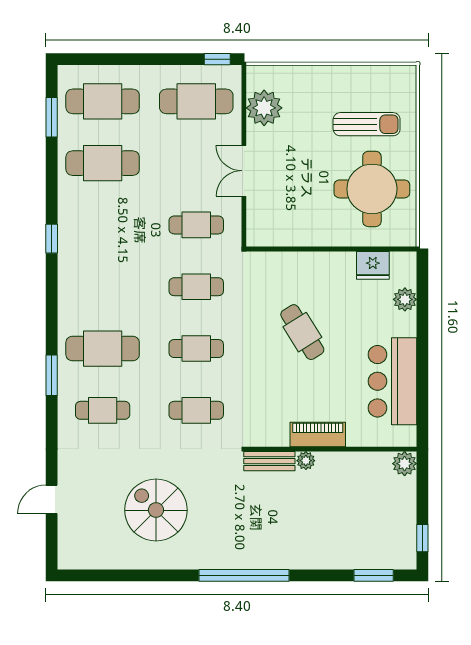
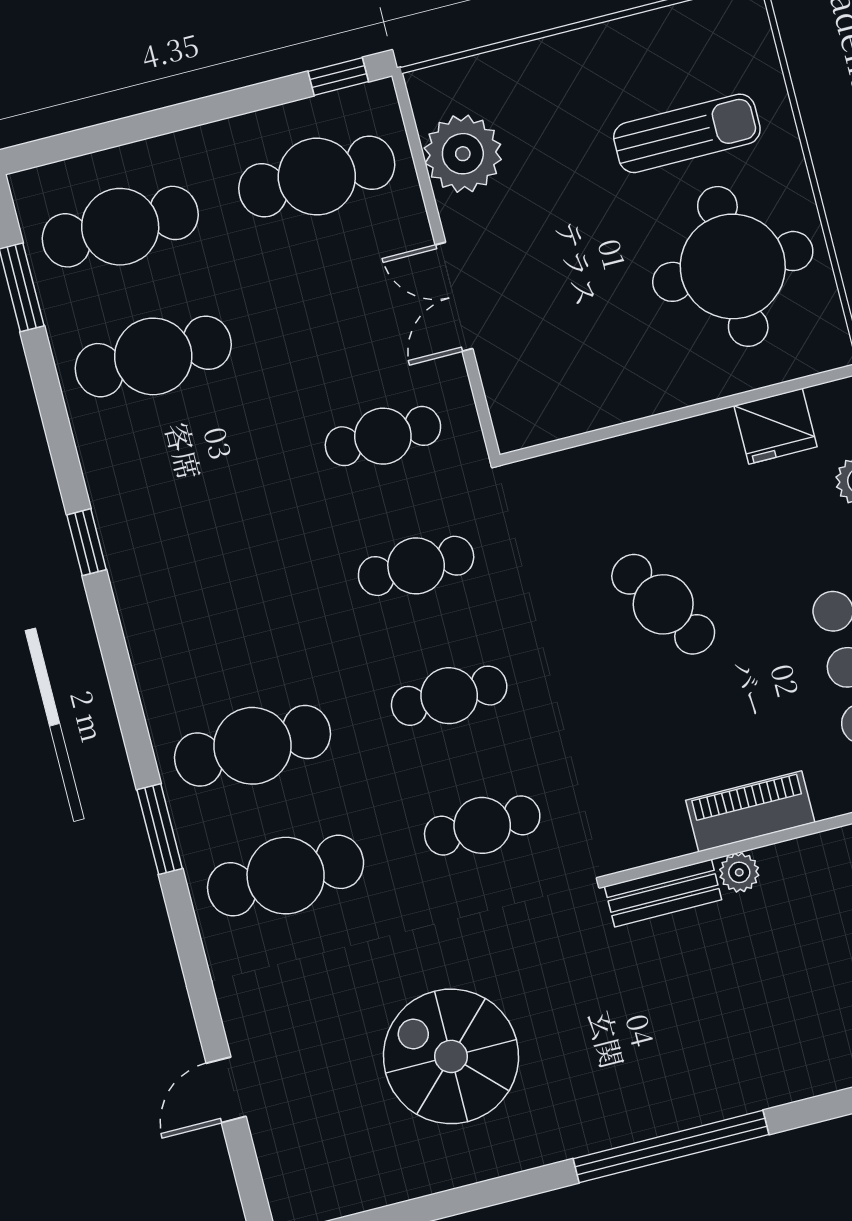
cafe table: (103, 410) -> (286, 876), width x1.37, depth x1.35

